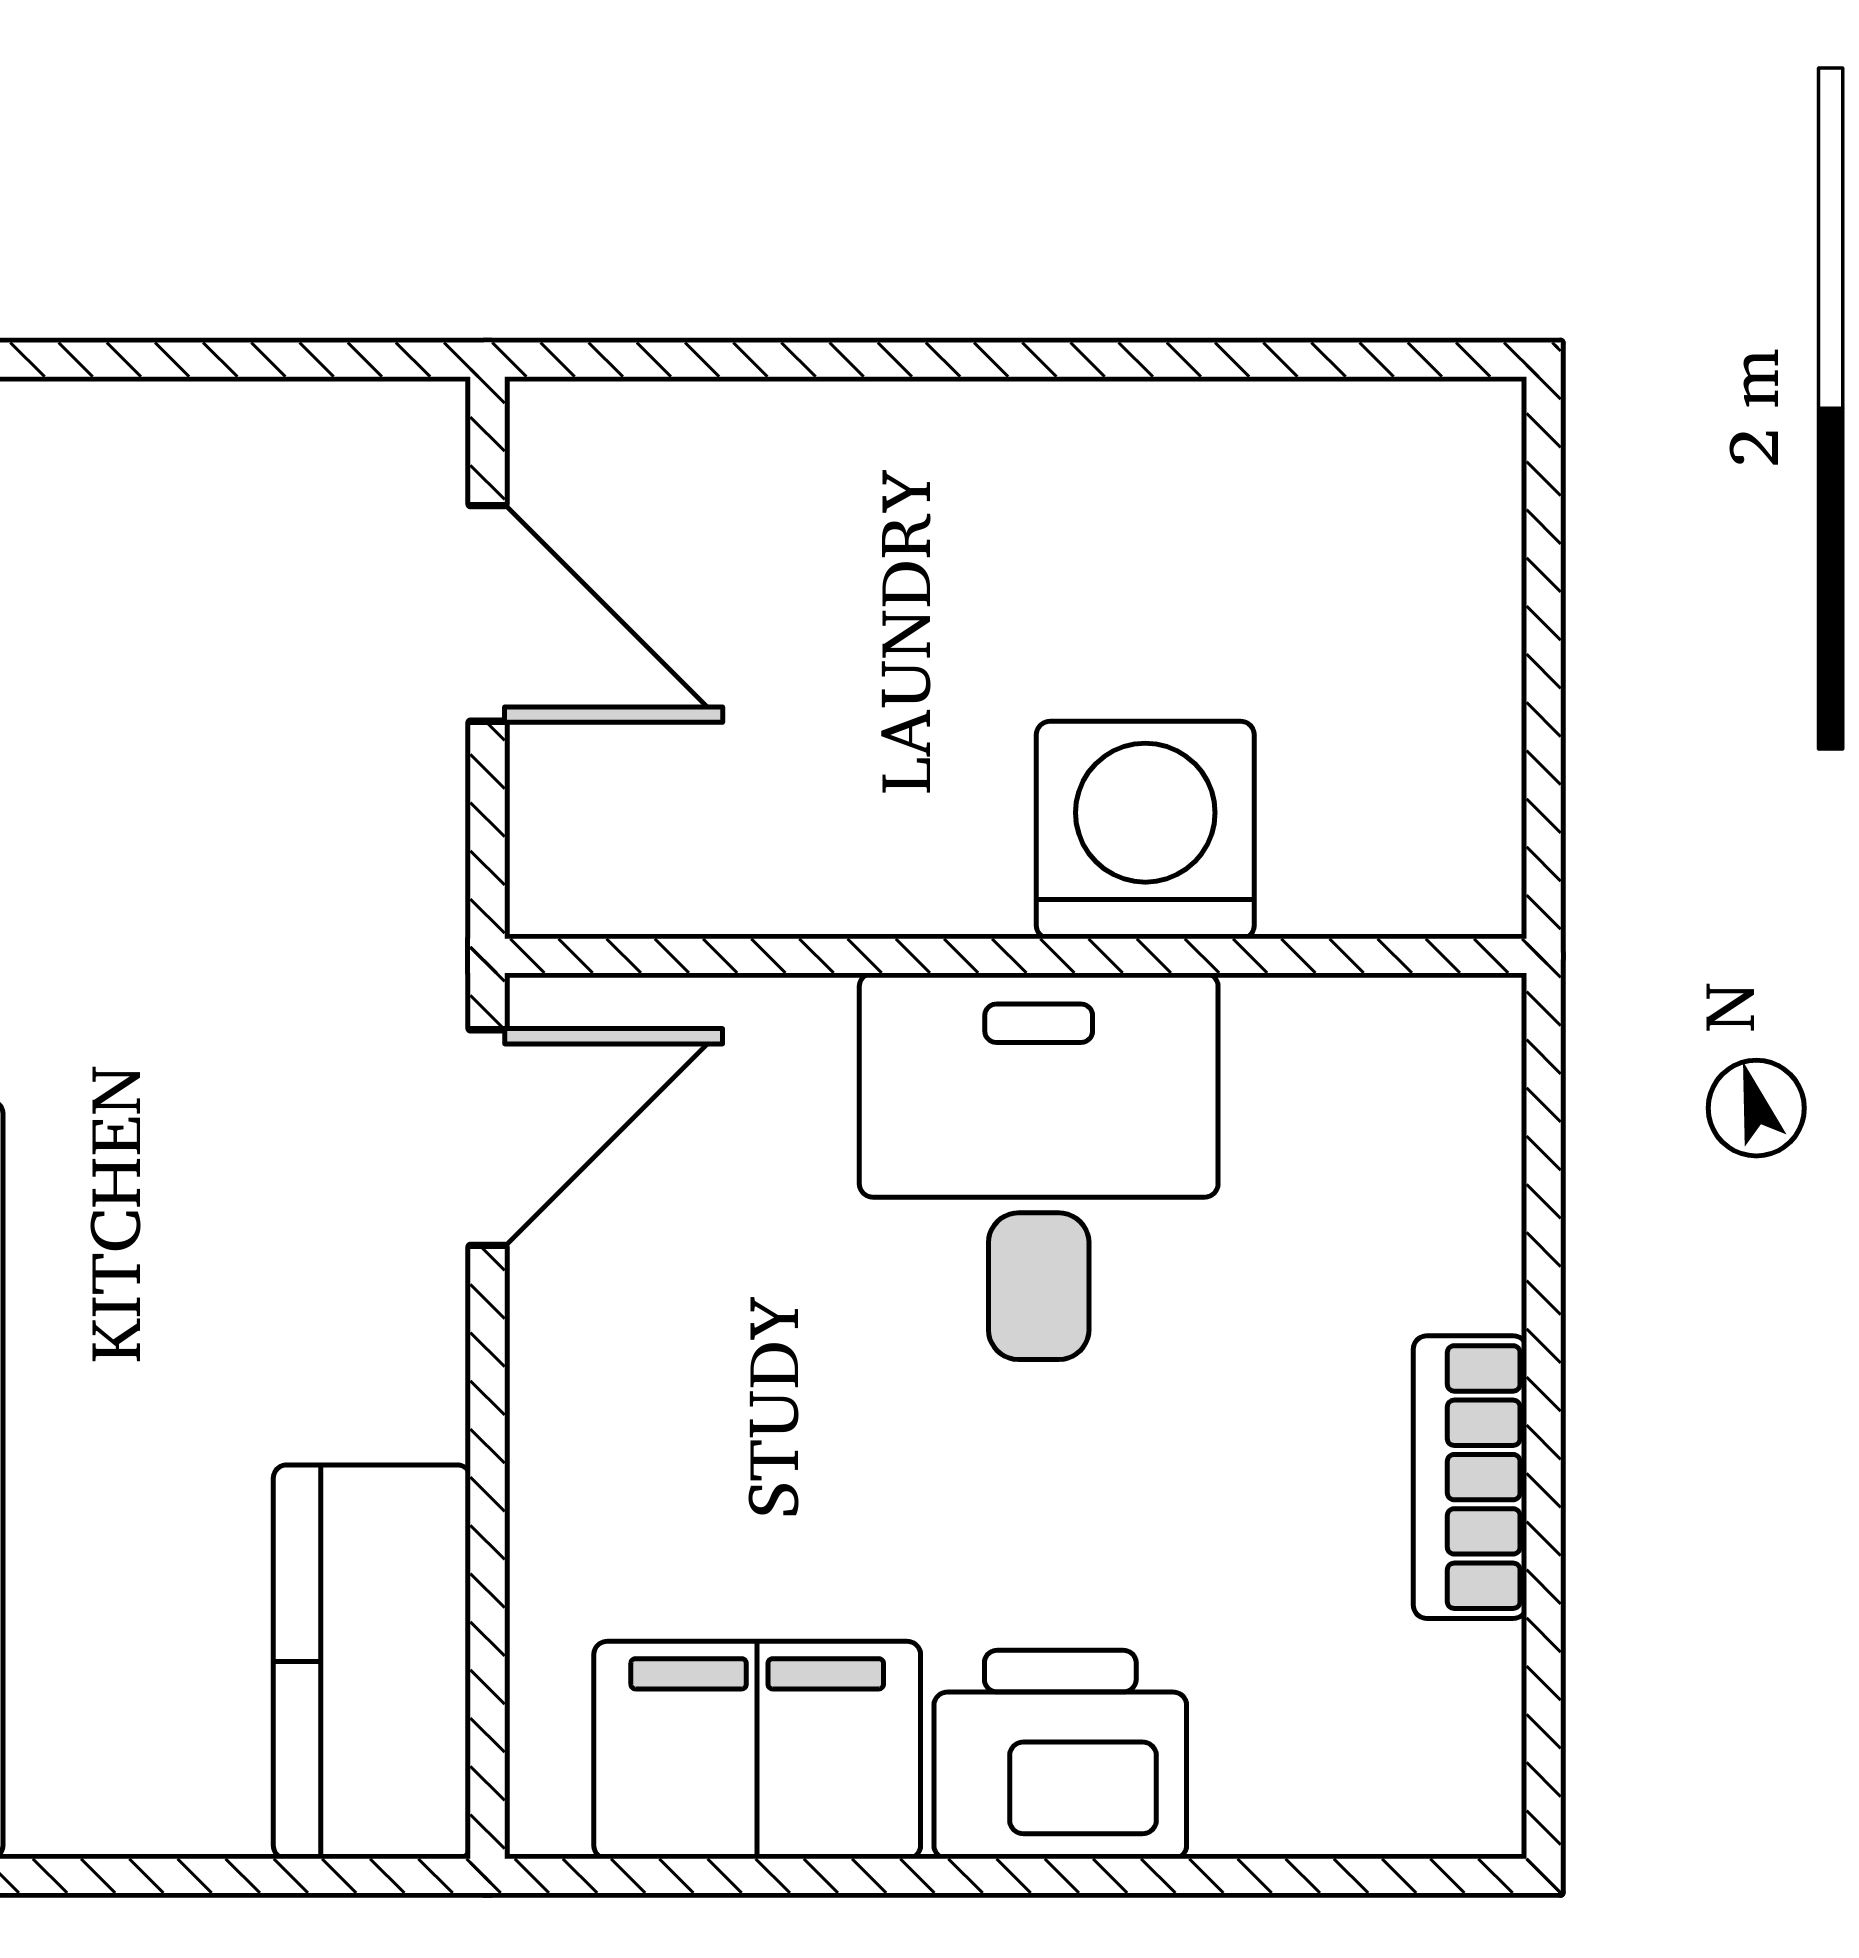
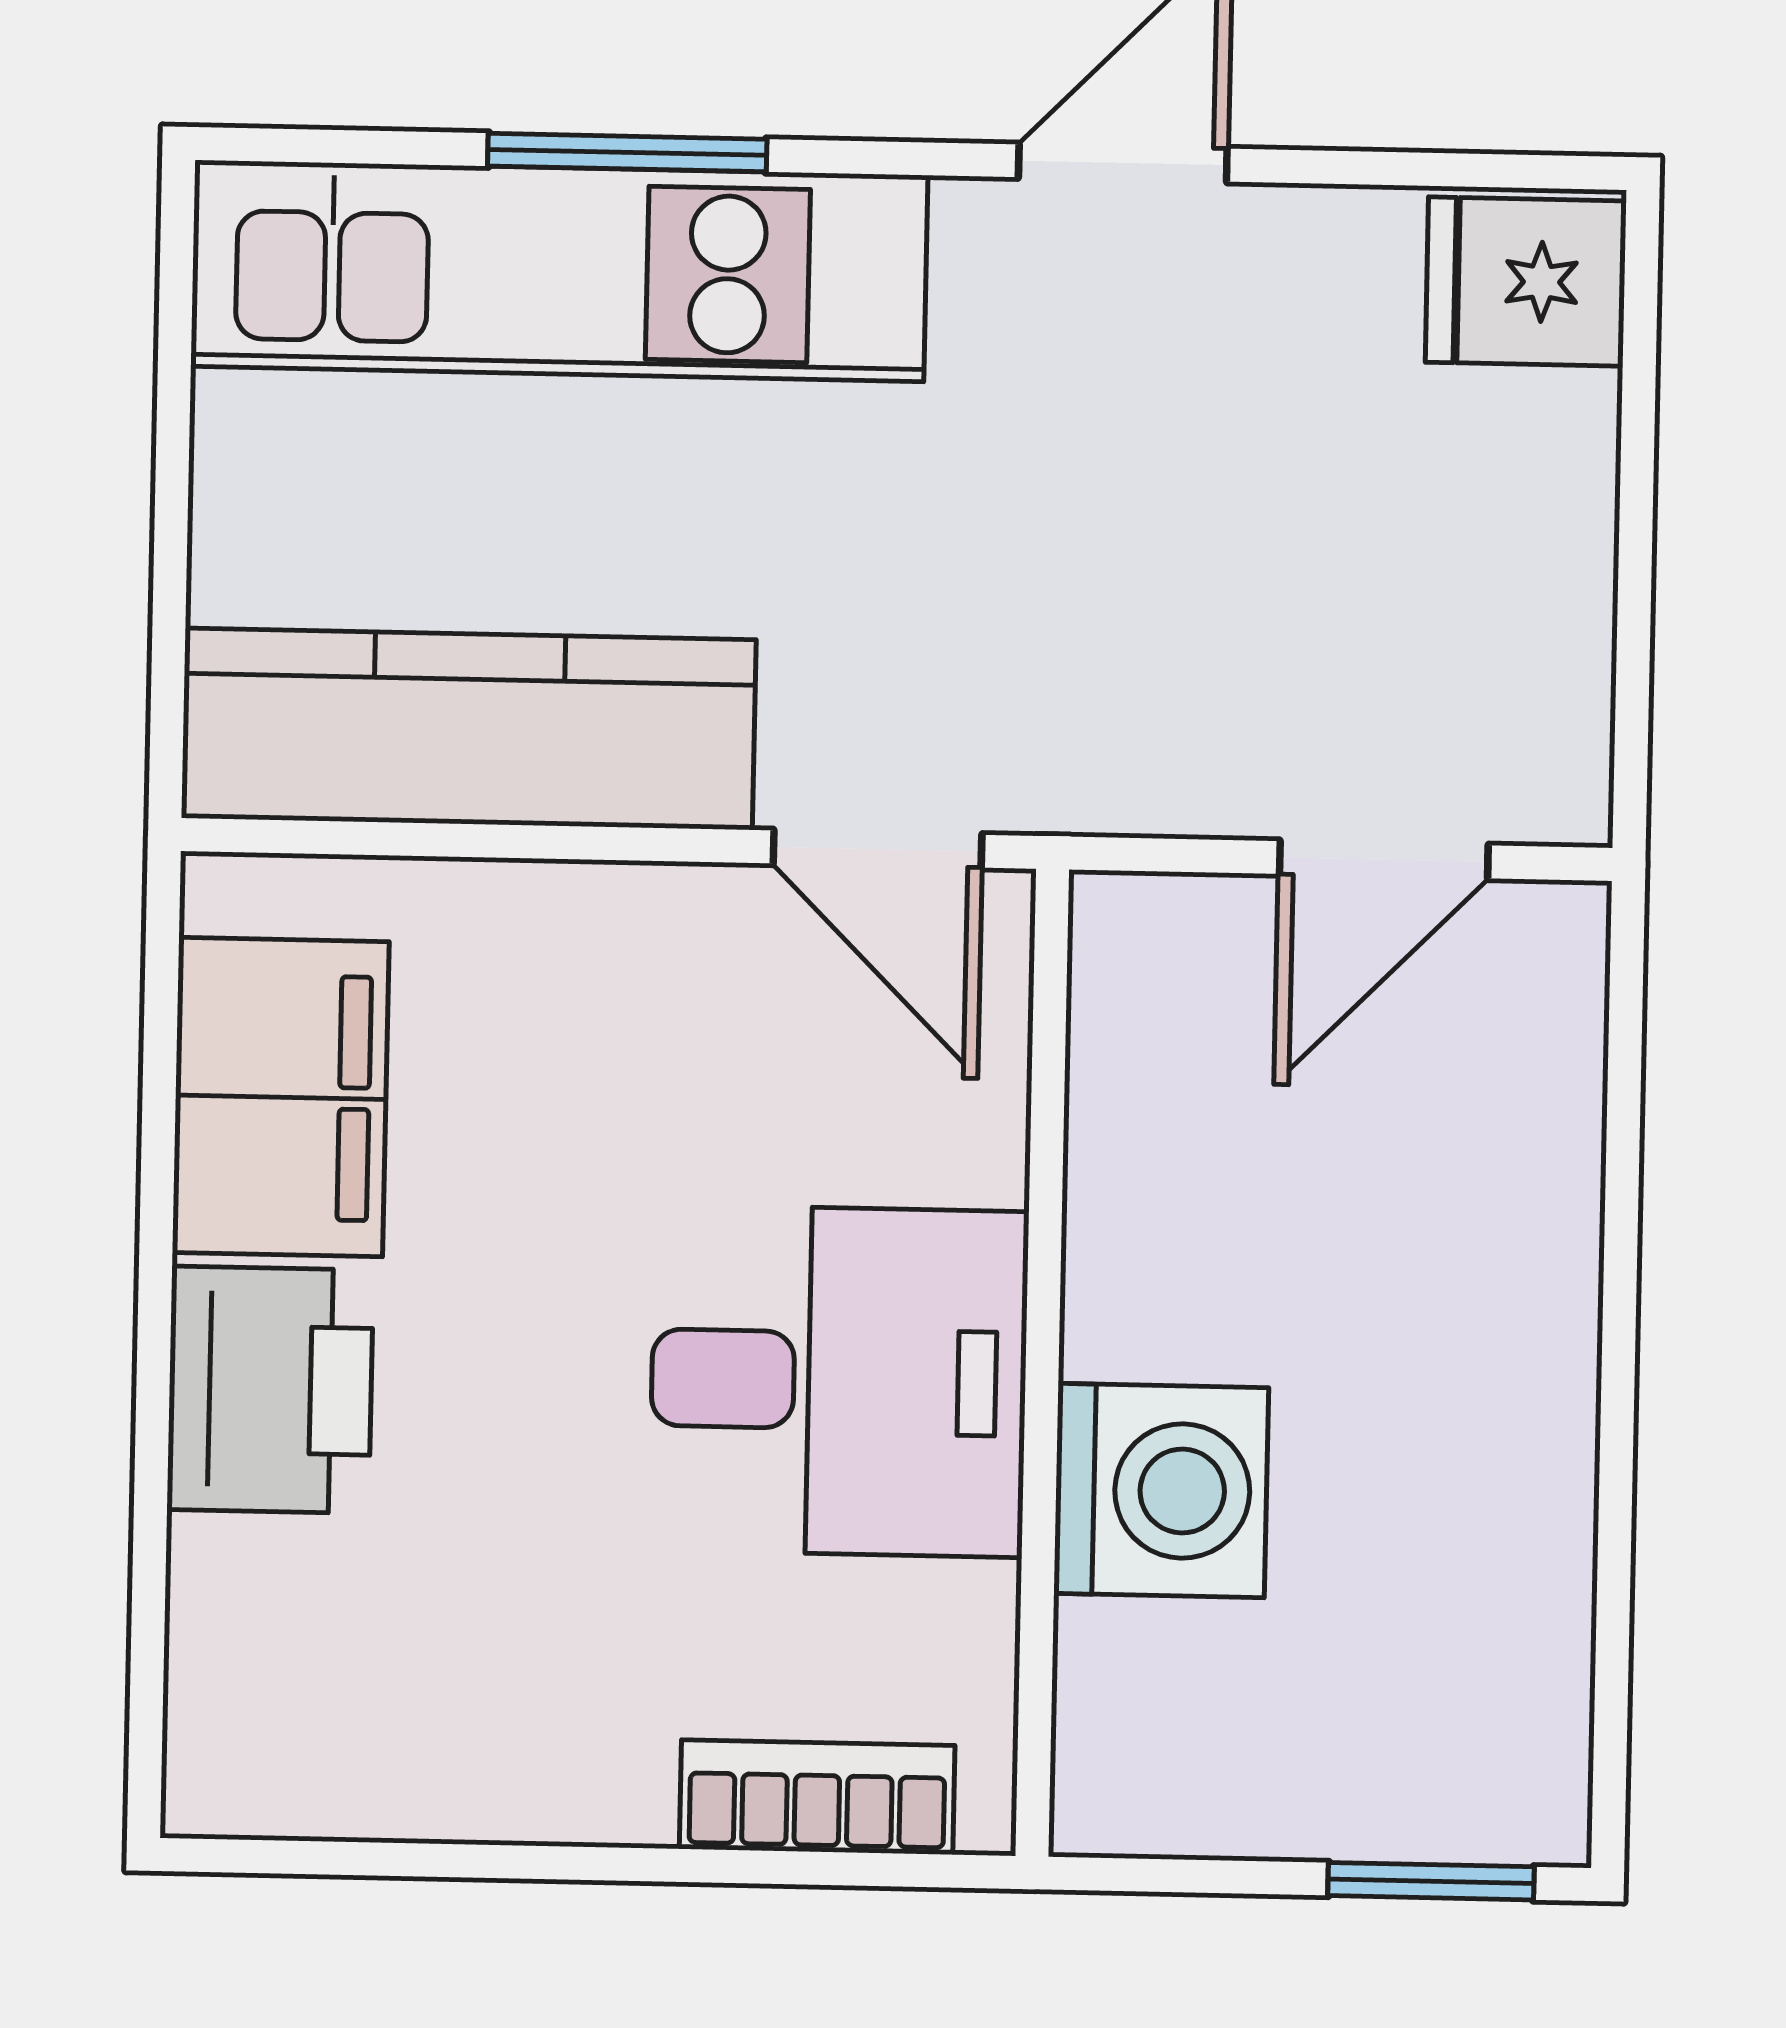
window: (1544, 542) -> (1431, 1881), added
bookcase: (1470, 1477) -> (817, 1797), moved
kitchen counter: (372, 1662) -> (469, 729), width x1.50

